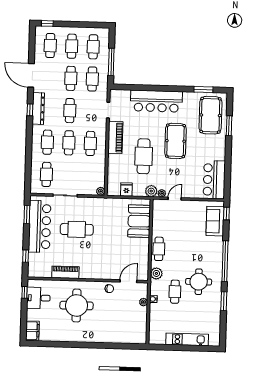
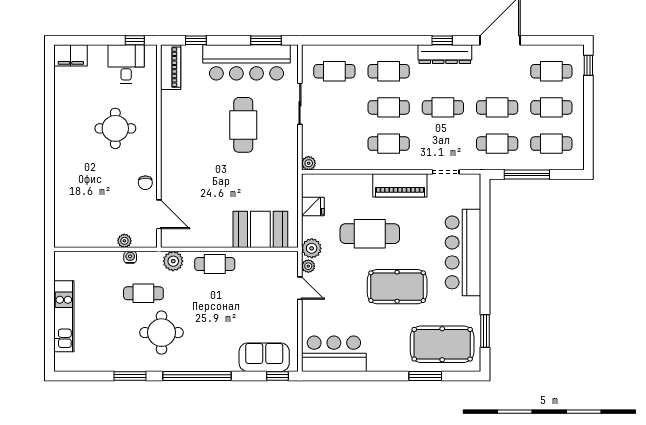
piano: (65, 272) -> (171, 67), moved
round table: (77, 305) -> (115, 128), width x0.73, depth x0.73

